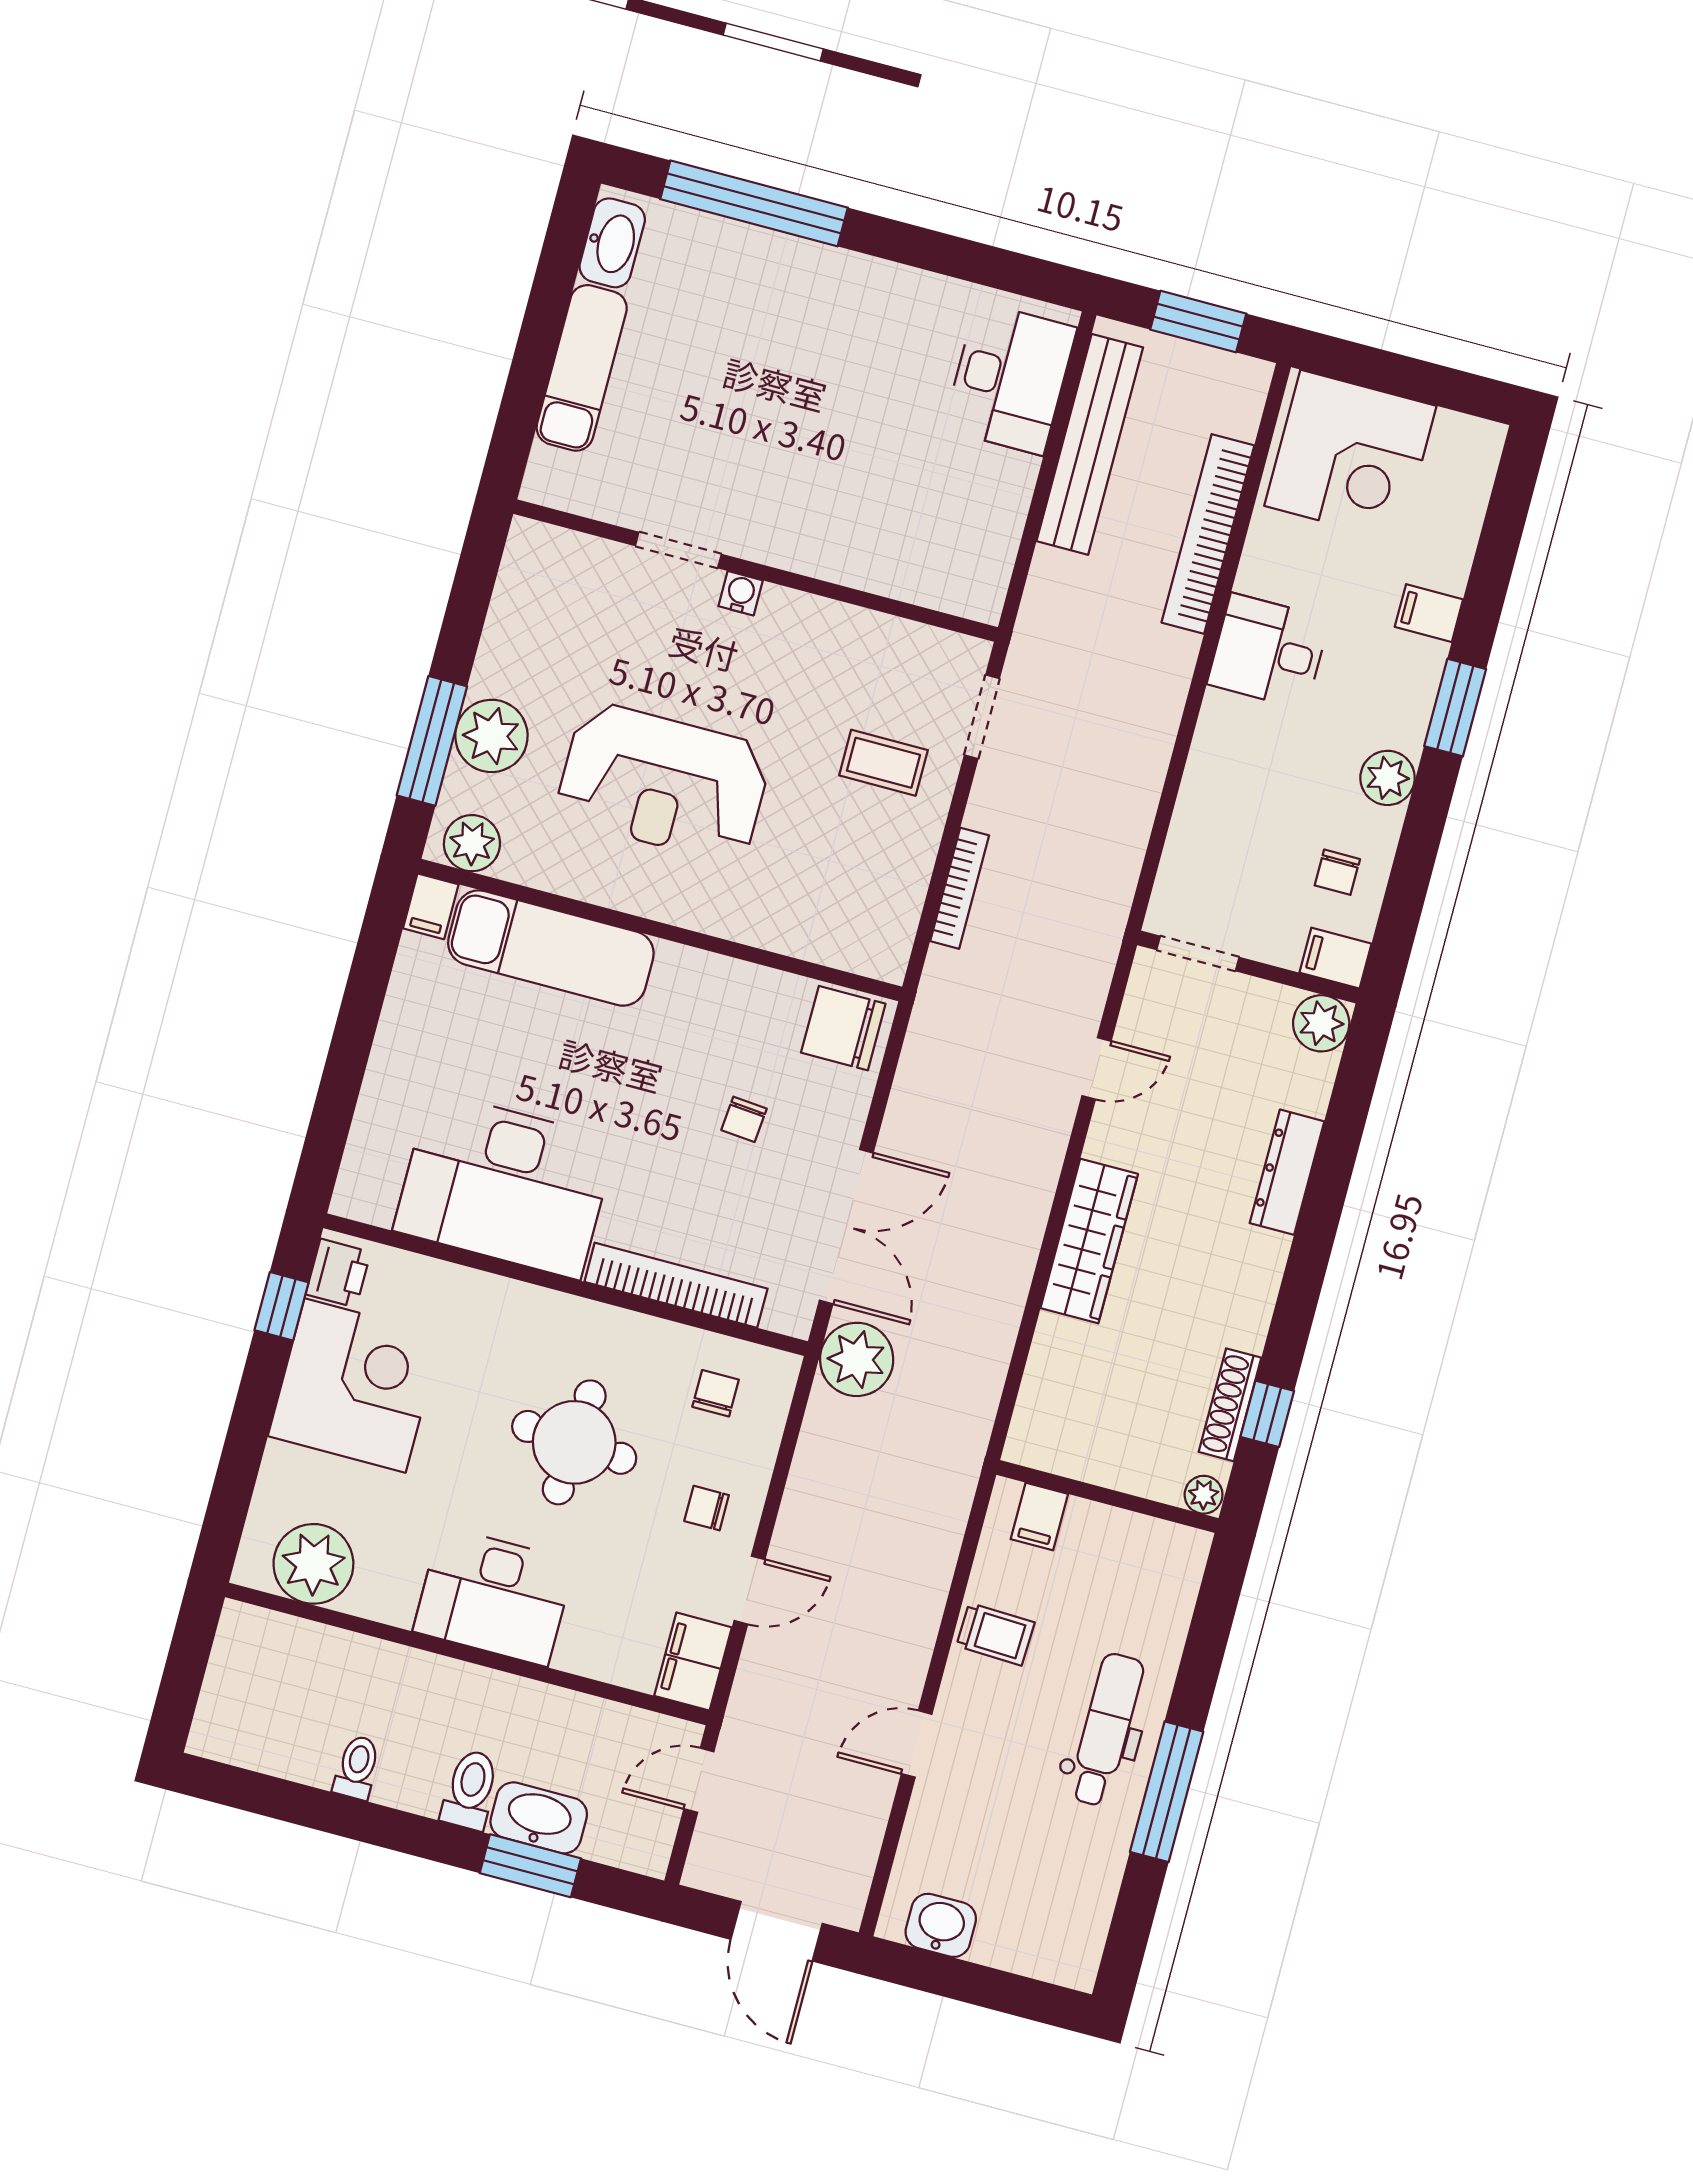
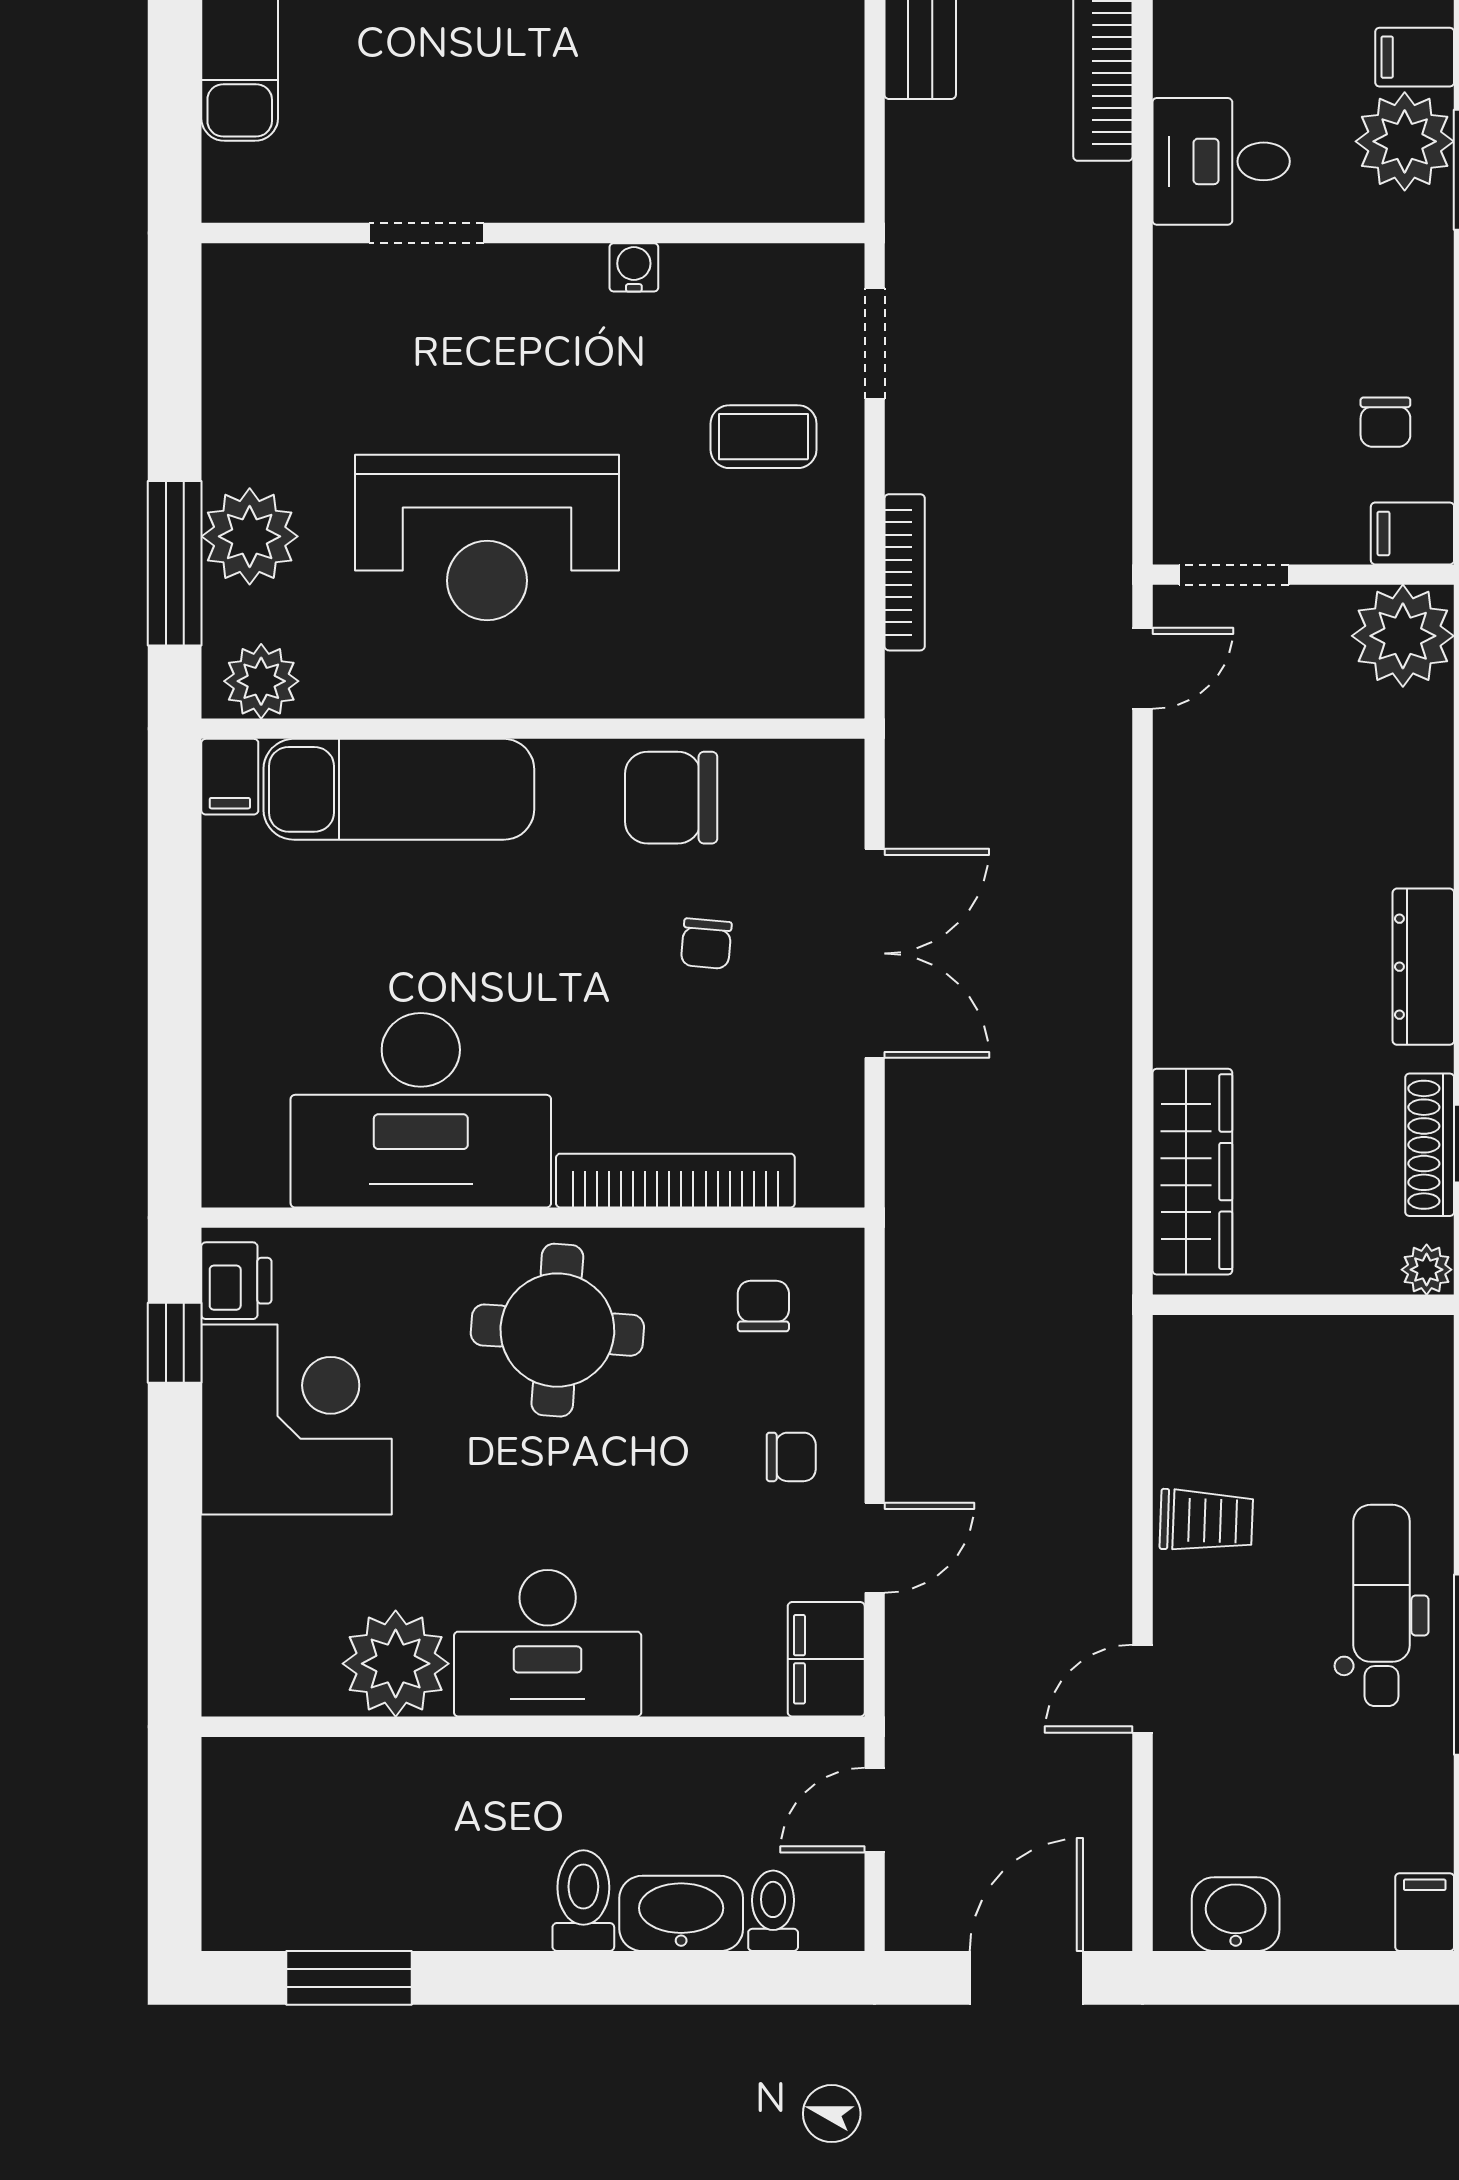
water cooler: (741, 593) -> (634, 267), moved
plant: (1388, 778) -> (1405, 141), moved, width x1.36, depth x1.36
plant: (1321, 1023) -> (1403, 636), width x1.36, depth x1.36
chair: (843, 1028) -> (671, 798), moved
door: (1096, 1068) -> (1143, 668), moved
dresser: (1287, 1172) -> (1423, 967), moved
double door: (846, 1227) -> (875, 953), moved
wardrobe: (1089, 1241) -> (1192, 1172), moved
plant: (857, 1359) -> (933, 1214), removed
round table: (574, 1442) -> (557, 1330), moved
chair: (707, 1508) -> (791, 1457), turned 180
filing cabinet: (1039, 1517) -> (1425, 1912), moved, turned 180
plant: (313, 1564) -> (396, 1664), moved
toilet: (357, 1767) -> (773, 1911), moved
window: (530, 1866) -> (349, 1978), moved
door: (777, 1931) -> (1026, 1978), swing flipped

